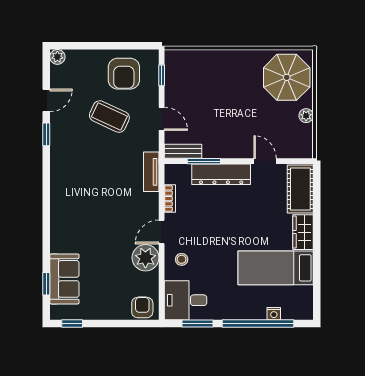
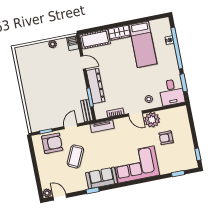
armchair: (124, 74) -> (52, 143), moved
parasol: (287, 77) -> (33, 60), removed
door: (46, 100) -> (60, 197), moved
barbecue: (301, 150) -> (73, 43), added
door: (265, 161) -> (83, 62), swing flipped
corner sofa: (76, 216) -> (136, 164), added
sofa: (64, 279) -> (102, 178), moved
armchair: (142, 307) -> (166, 138), moved

